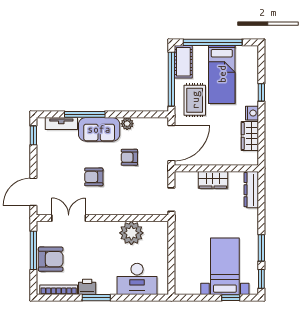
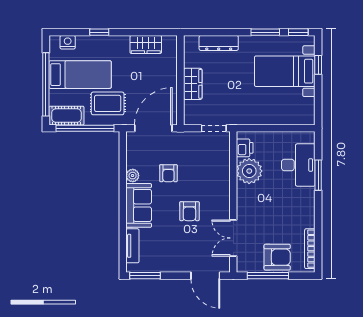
nightstand: (252, 113) -> (68, 42), moved
window: (85, 114) -> (123, 221), removed
window: (33, 135) -> (145, 276), width x1.50
door: (171, 143) -> (153, 128), hinge flipped
dresser: (251, 190) -> (219, 43), moved
armchair: (51, 259) -> (277, 257), turned 90
printer: (87, 287) -> (245, 148), moved, turned 180
window: (96, 298) -> (318, 175), moved

